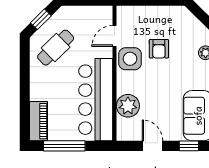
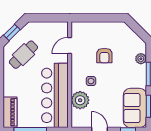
side table: (130, 59) -> (91, 81), moved, width x0.54, depth x0.54

